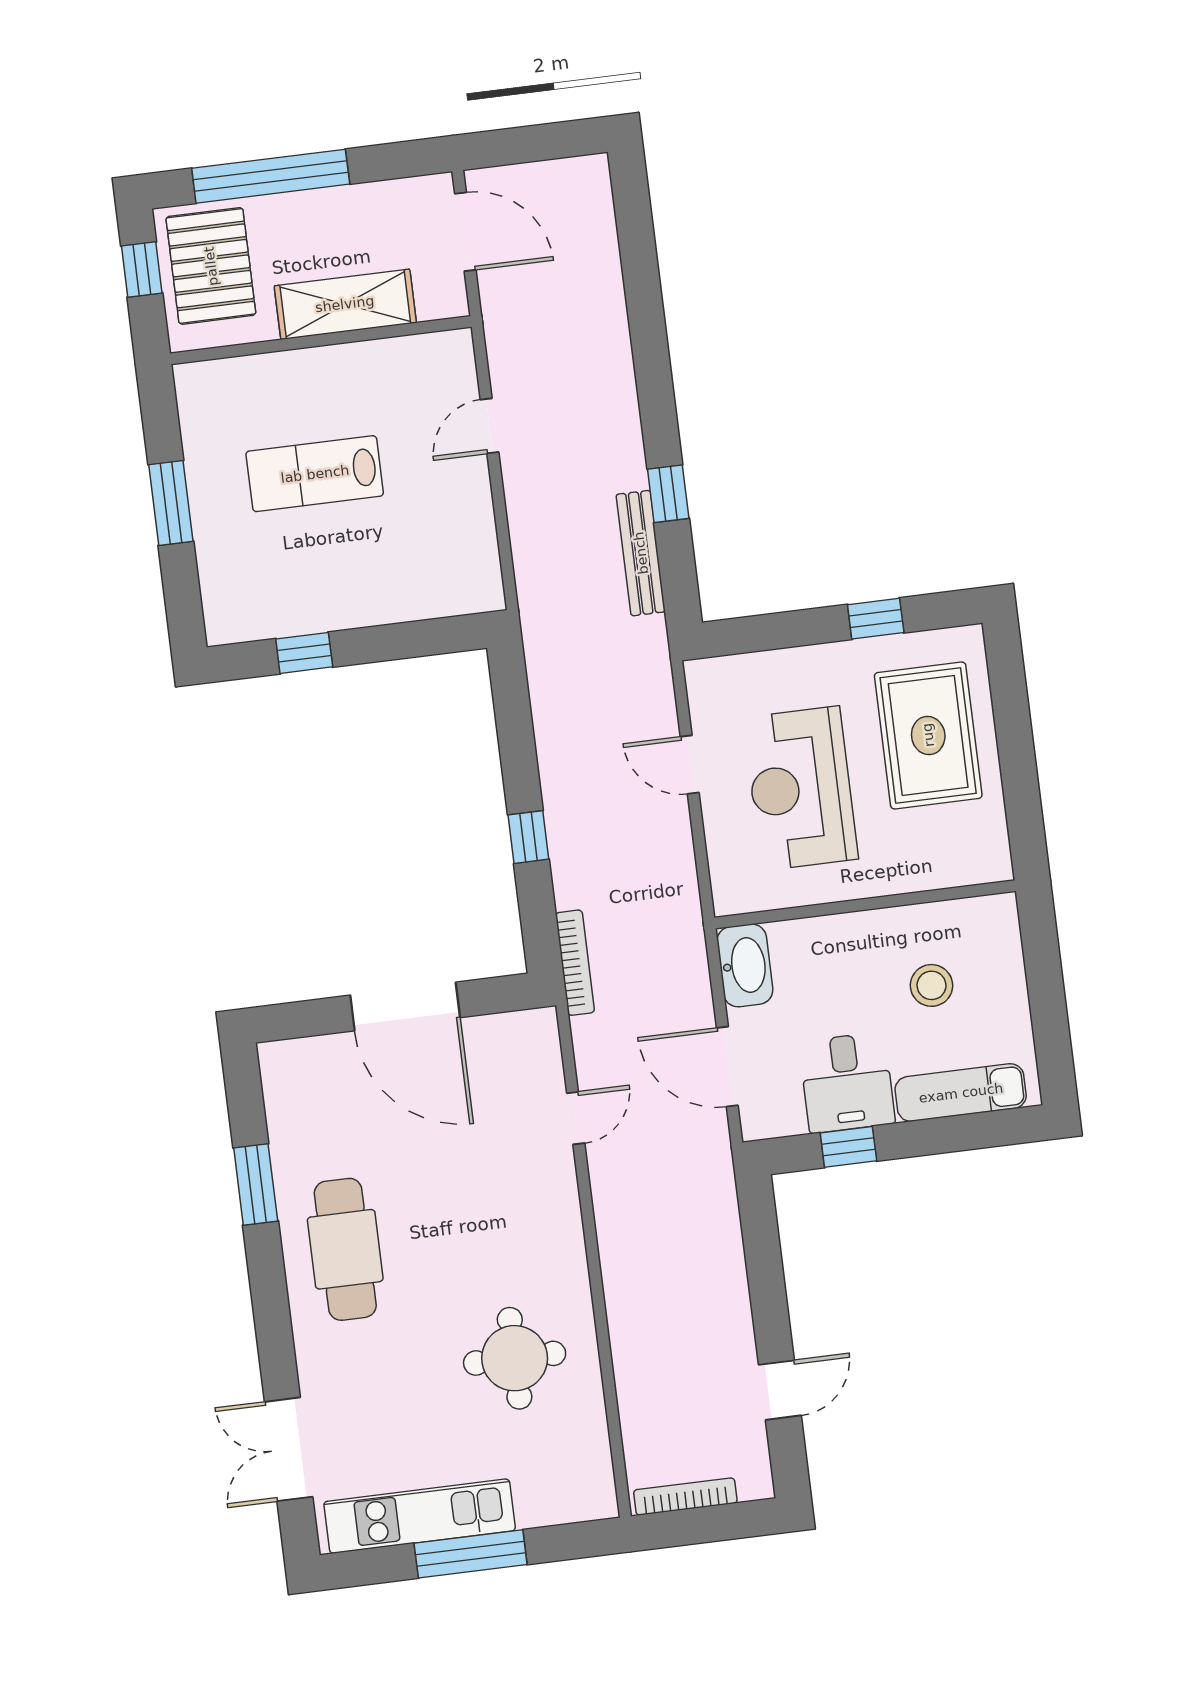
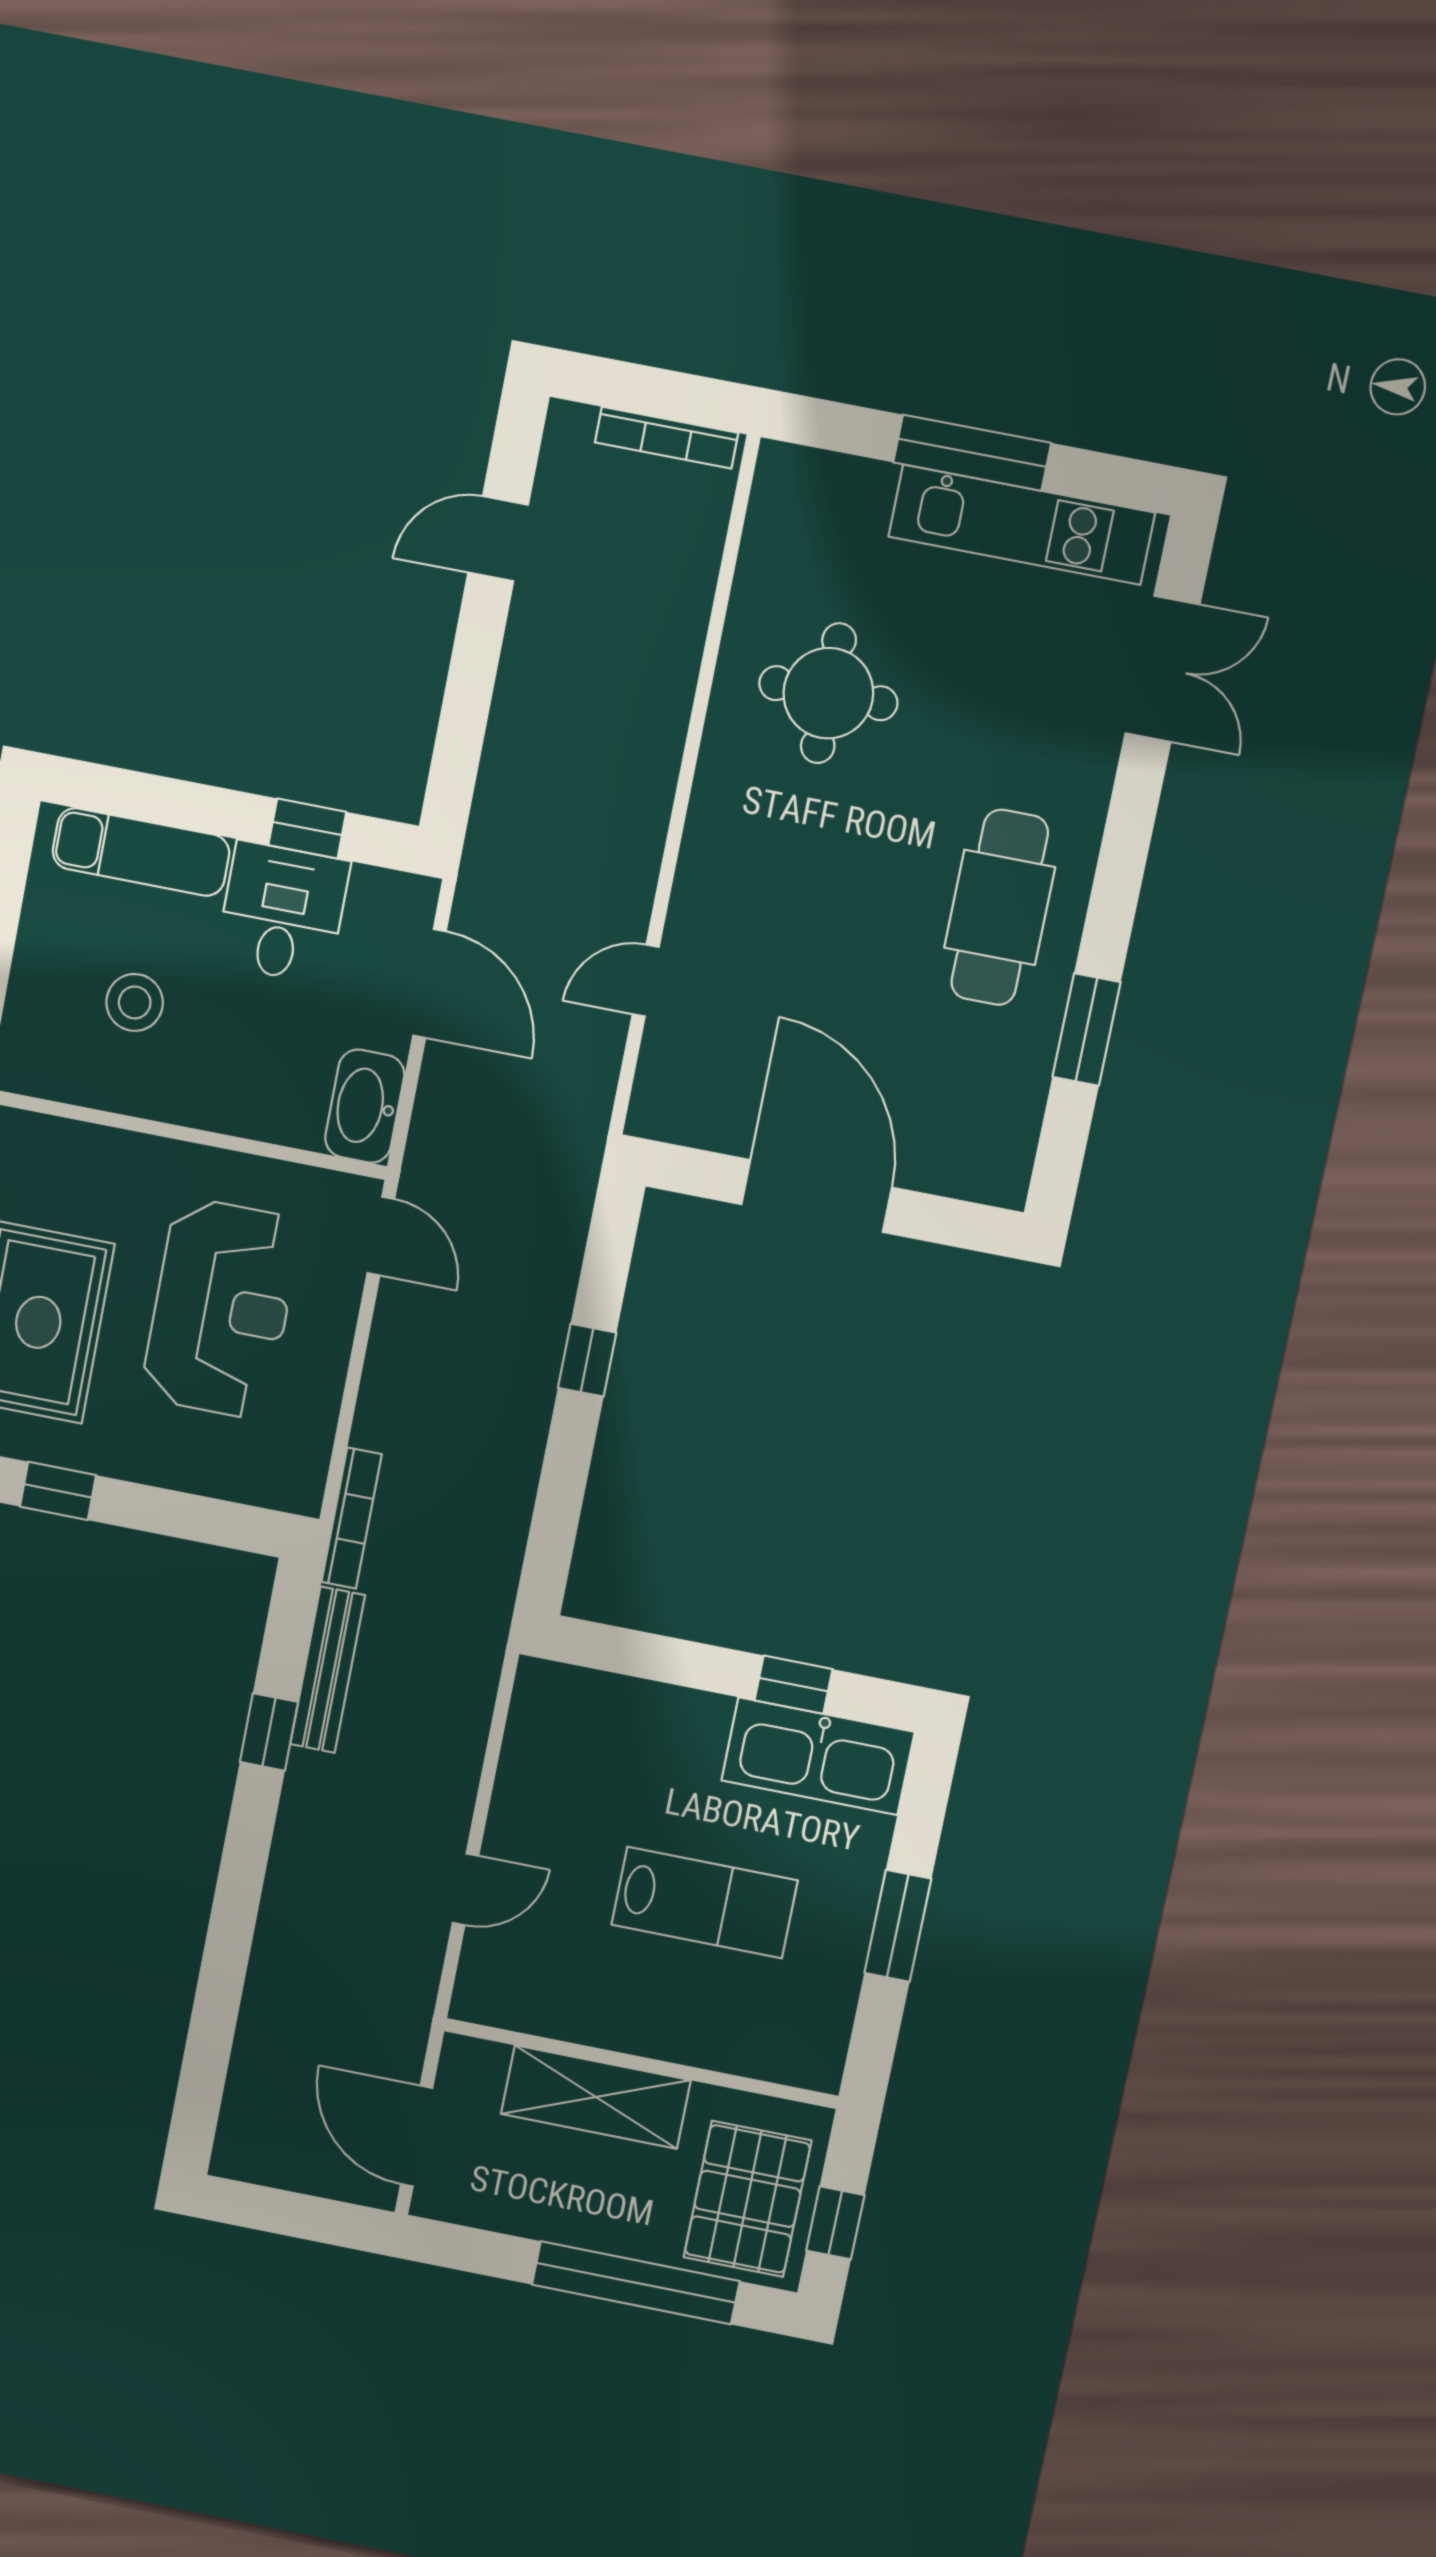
kitchen sink: (269, 607) -> (818, 1756), added
door: (690, 765) -> (381, 1236), moved
bookcase: (575, 963) -> (352, 1518), moved, turned 180

